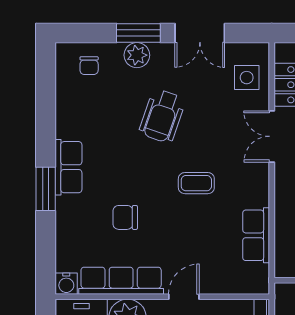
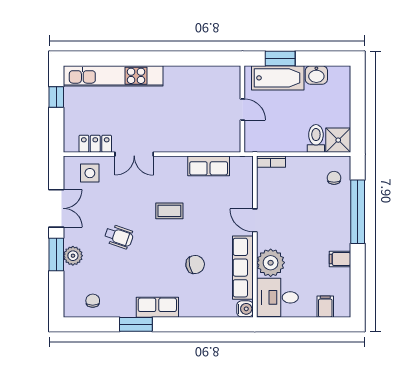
chair: (89, 66) -> (93, 301), moved, turned -90
wheelchair: (162, 116) -> (119, 237), width x0.73, depth x0.73
coffee table: (196, 183) -> (169, 211), turned 90
window: (46, 189) -> (136, 324), moved
chair: (125, 217) -> (195, 265), turned -102

